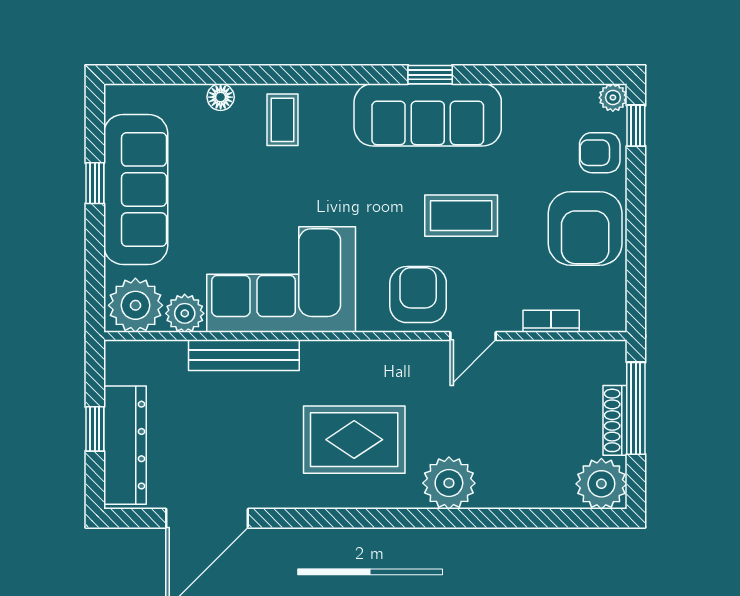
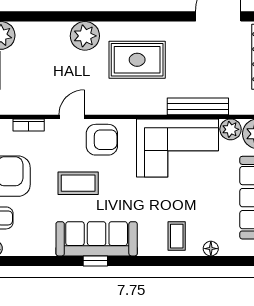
armchair: (418, 295) -> (102, 140), turned -90

